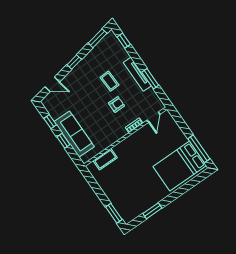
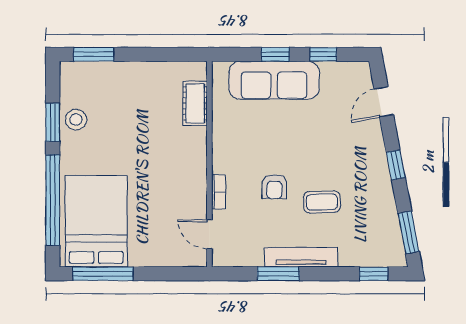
window: (183, 189) -> (53, 200), added
stool: (145, 202) -> (76, 120), added

